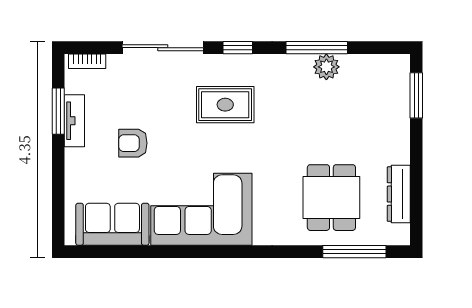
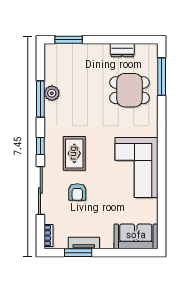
armchair: (133, 143) -> (77, 192), moved
dresser: (399, 194) -> (122, 50), width x0.70
sofa: (112, 224) -> (136, 236), moved, turned 90

